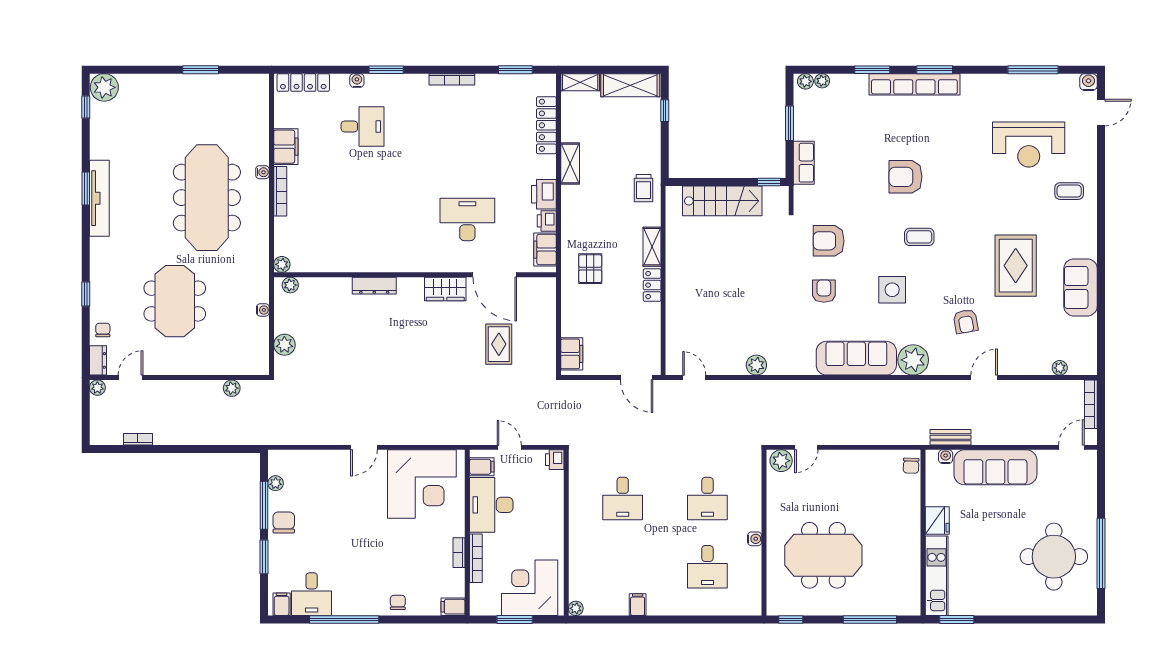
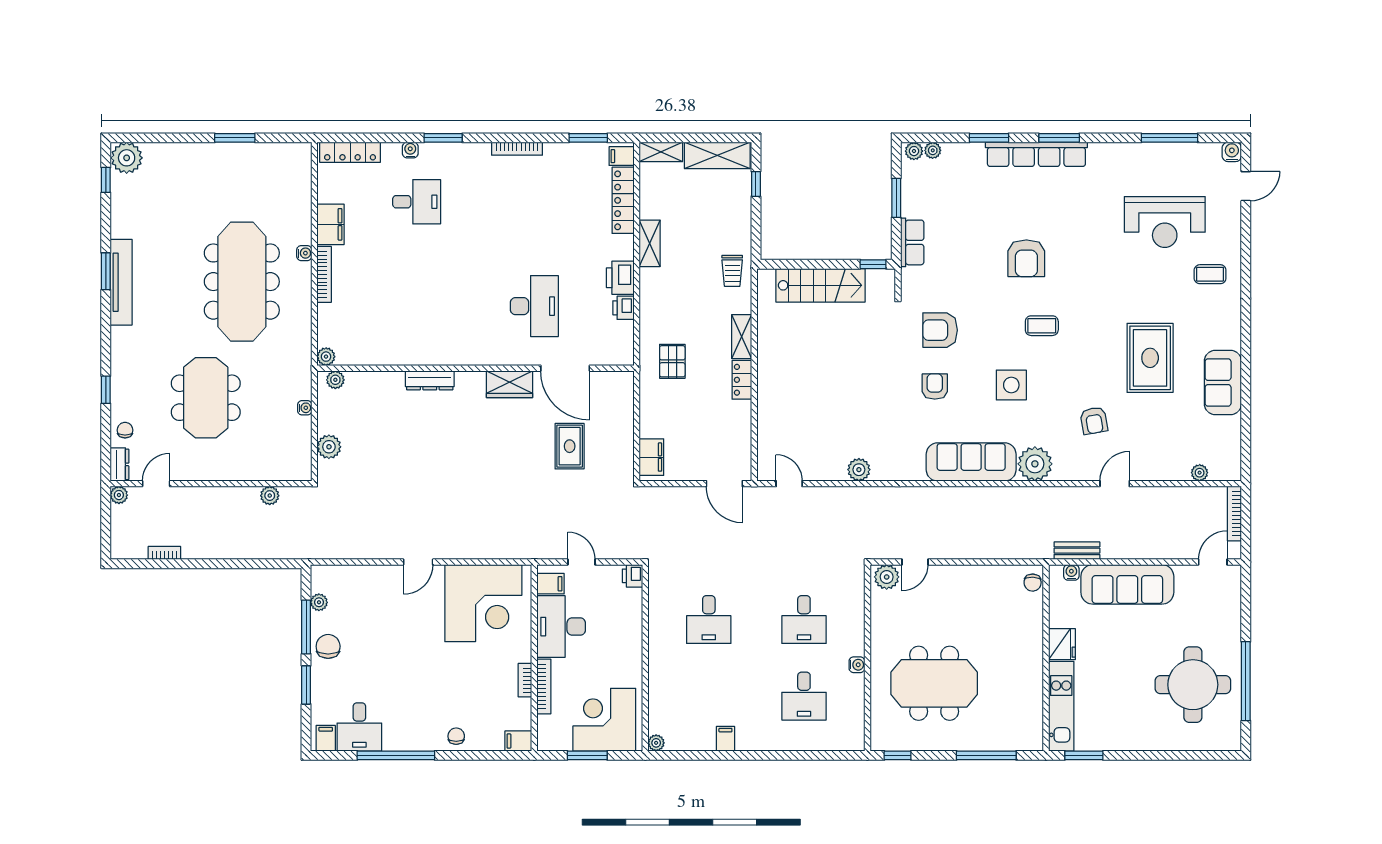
armchair: (905, 177) -> (1026, 258), turned -90
desk: (467, 219) -> (534, 306), turned 90
filing cabinet: (545, 250) -> (622, 156), moved, width x0.50

